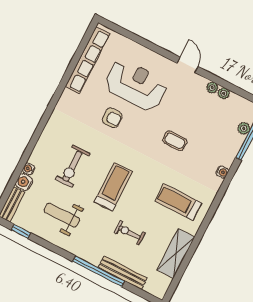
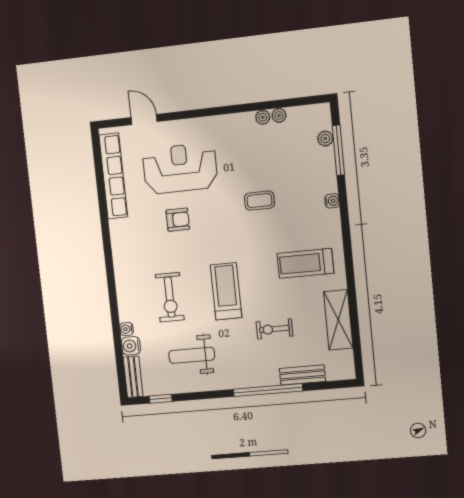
door: (188, 65) -> (144, 120), moved
bench: (123, 273) -> (302, 375), width x0.73

